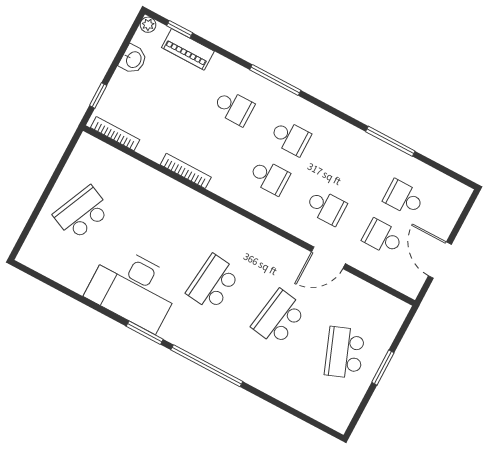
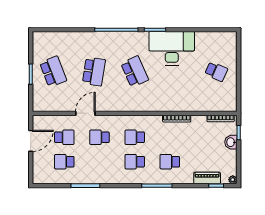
washbasin: (133, 59) -> (231, 142), moved
school desk: (404, 198) -> (64, 162), turned 180
school desk: (82, 213) -> (216, 72), width x0.54
door: (440, 260) -> (31, 141), hinge flipped
school desk: (213, 283) -> (135, 72), turned -30

